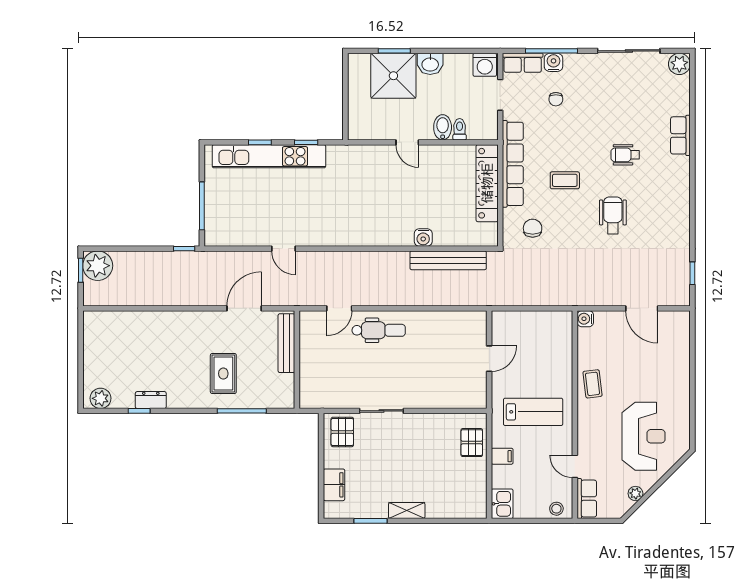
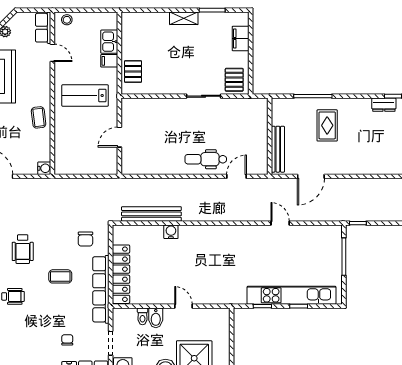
kitchen sink: (502, 504) -> (109, 42), moved

